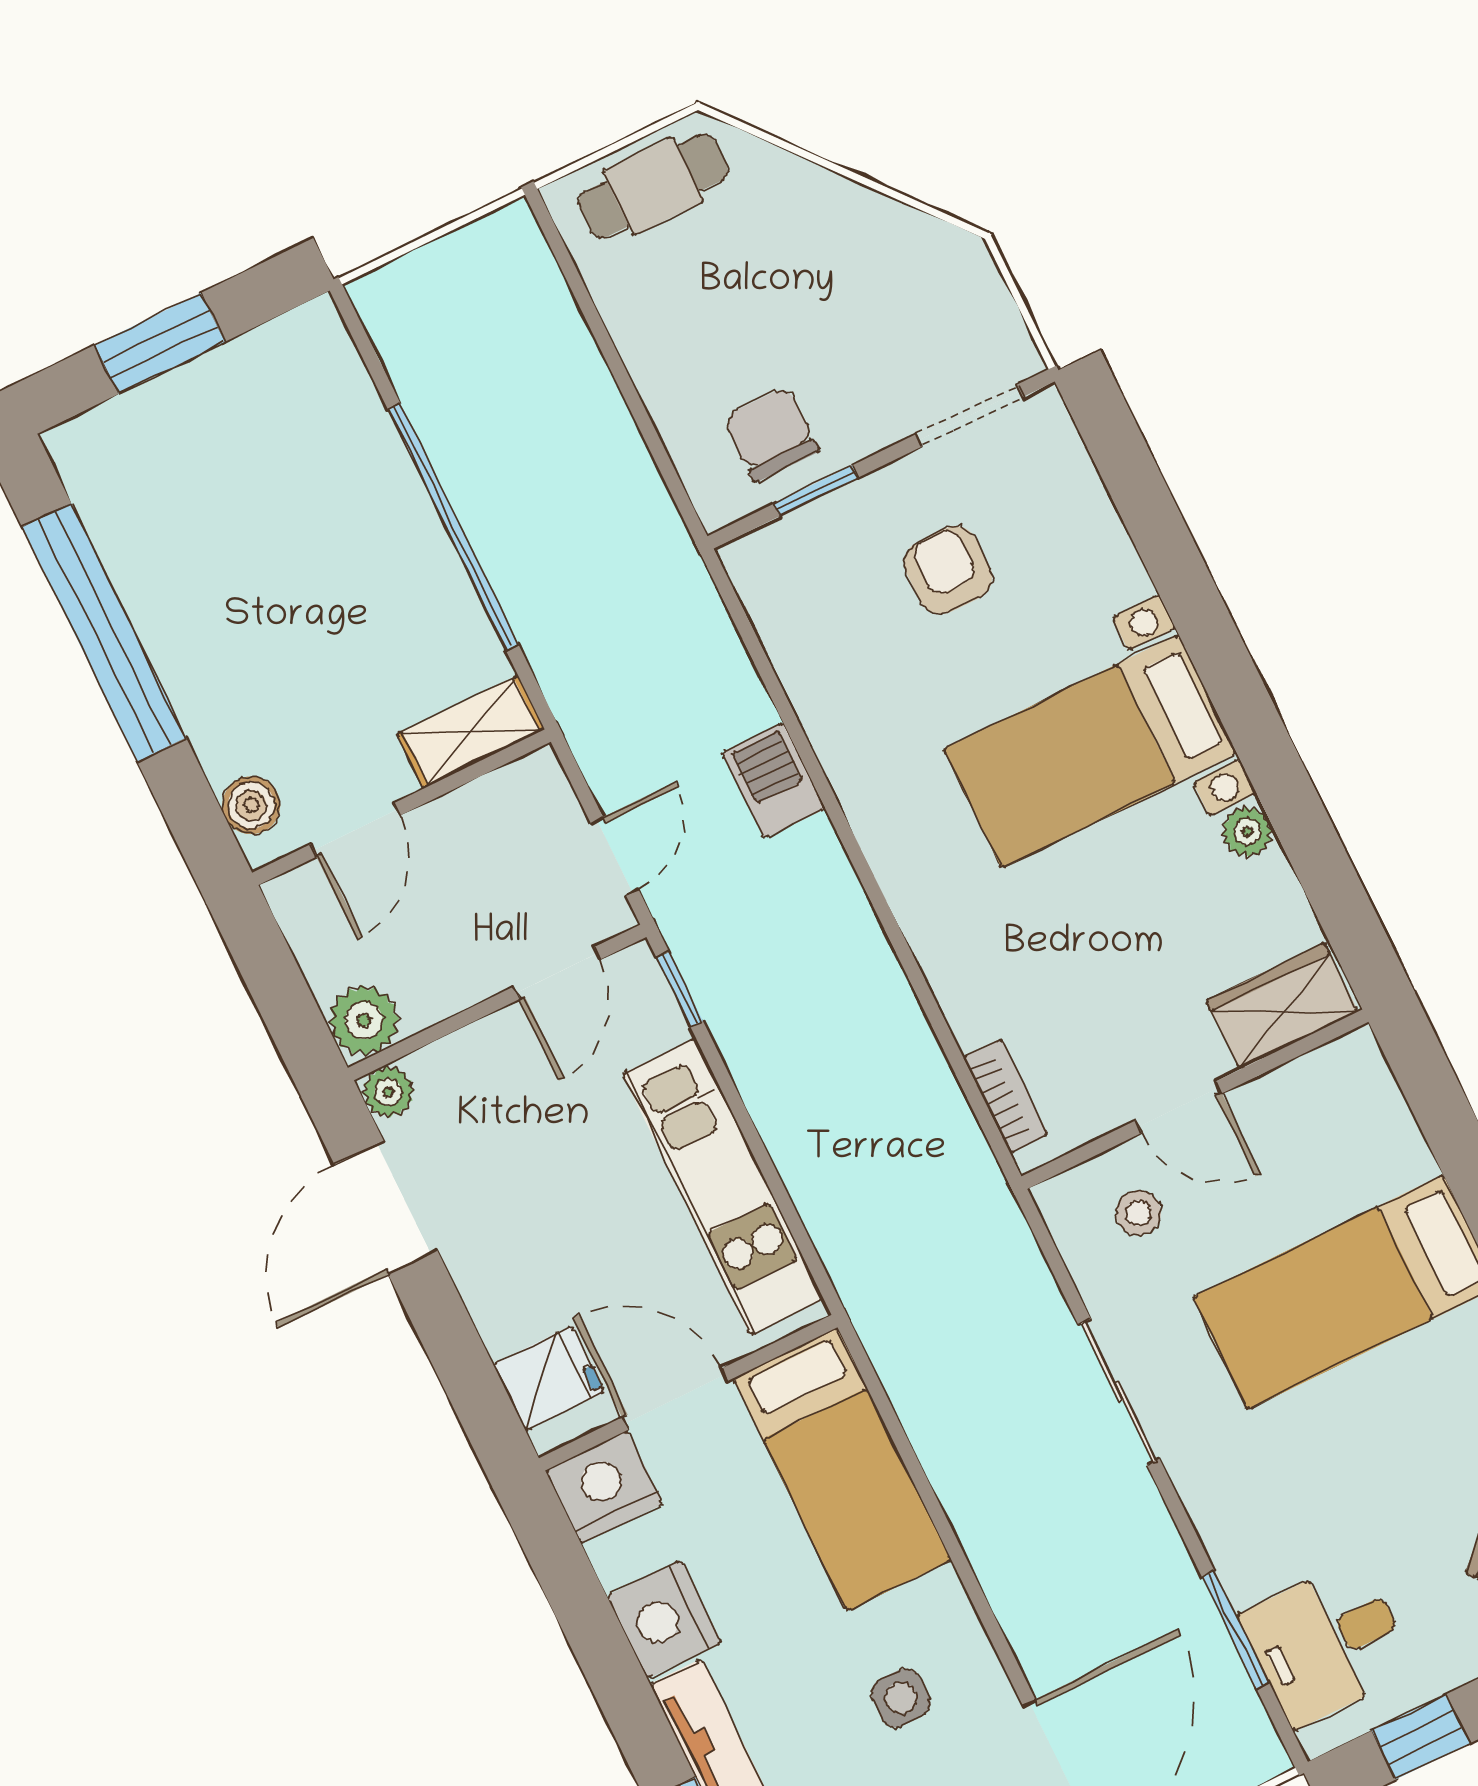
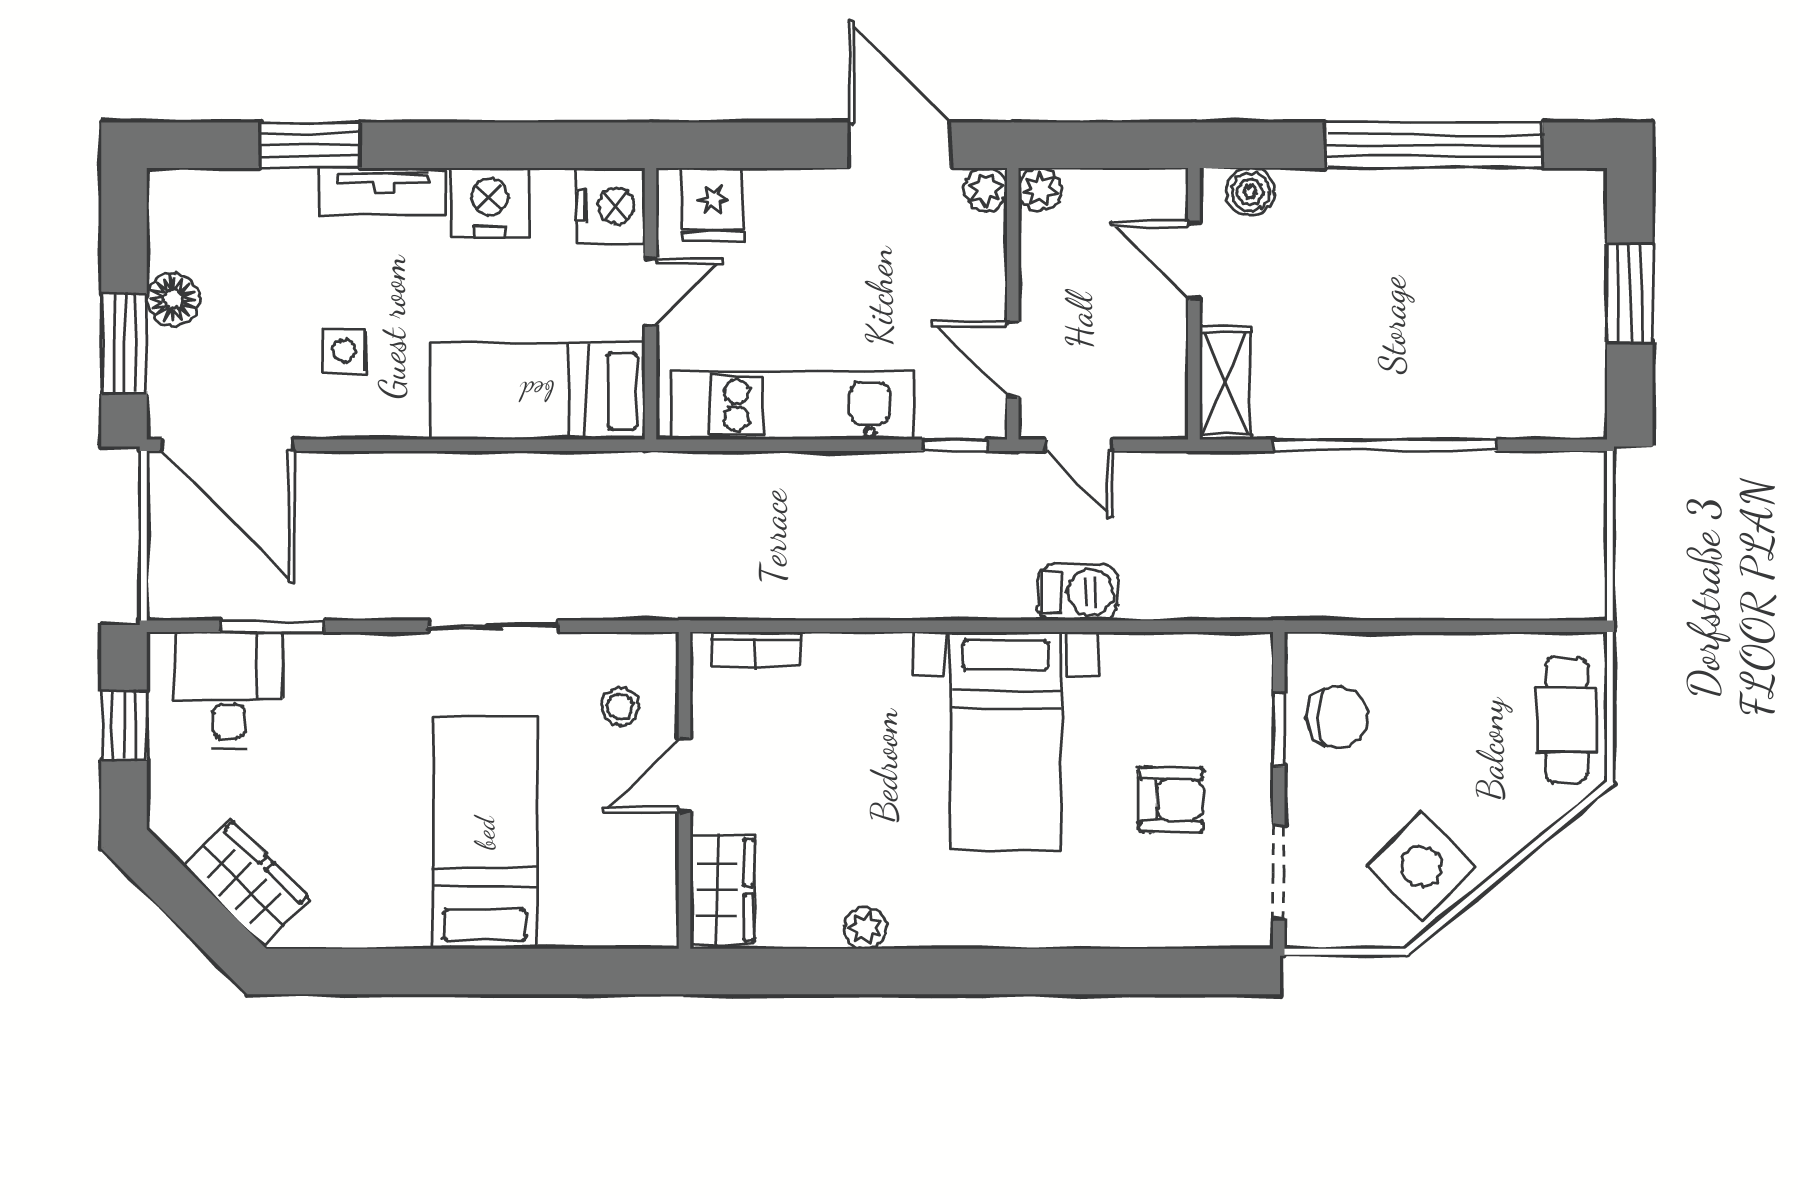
side table: (888, 265) -> (1421, 866), added
bed with nightstands: (1090, 751) -> (1006, 741), moved, turned 180
plant: (364, 1020) -> (1040, 189), width x0.73, depth x0.73
door: (675, 1399) -> (650, 292), width x0.73

